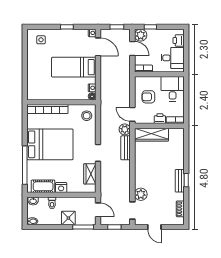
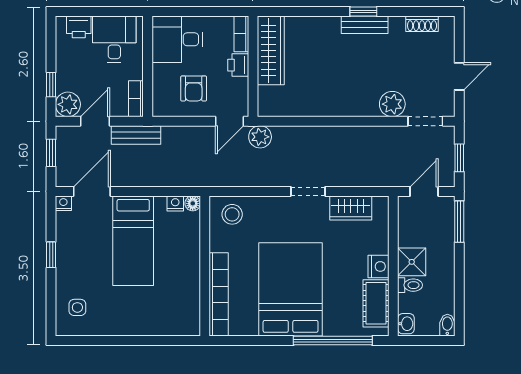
wardrobe: (151, 135) -> (271, 50), moved
bench: (126, 148) -> (136, 135), moved
shower: (68, 218) -> (412, 262), moved

